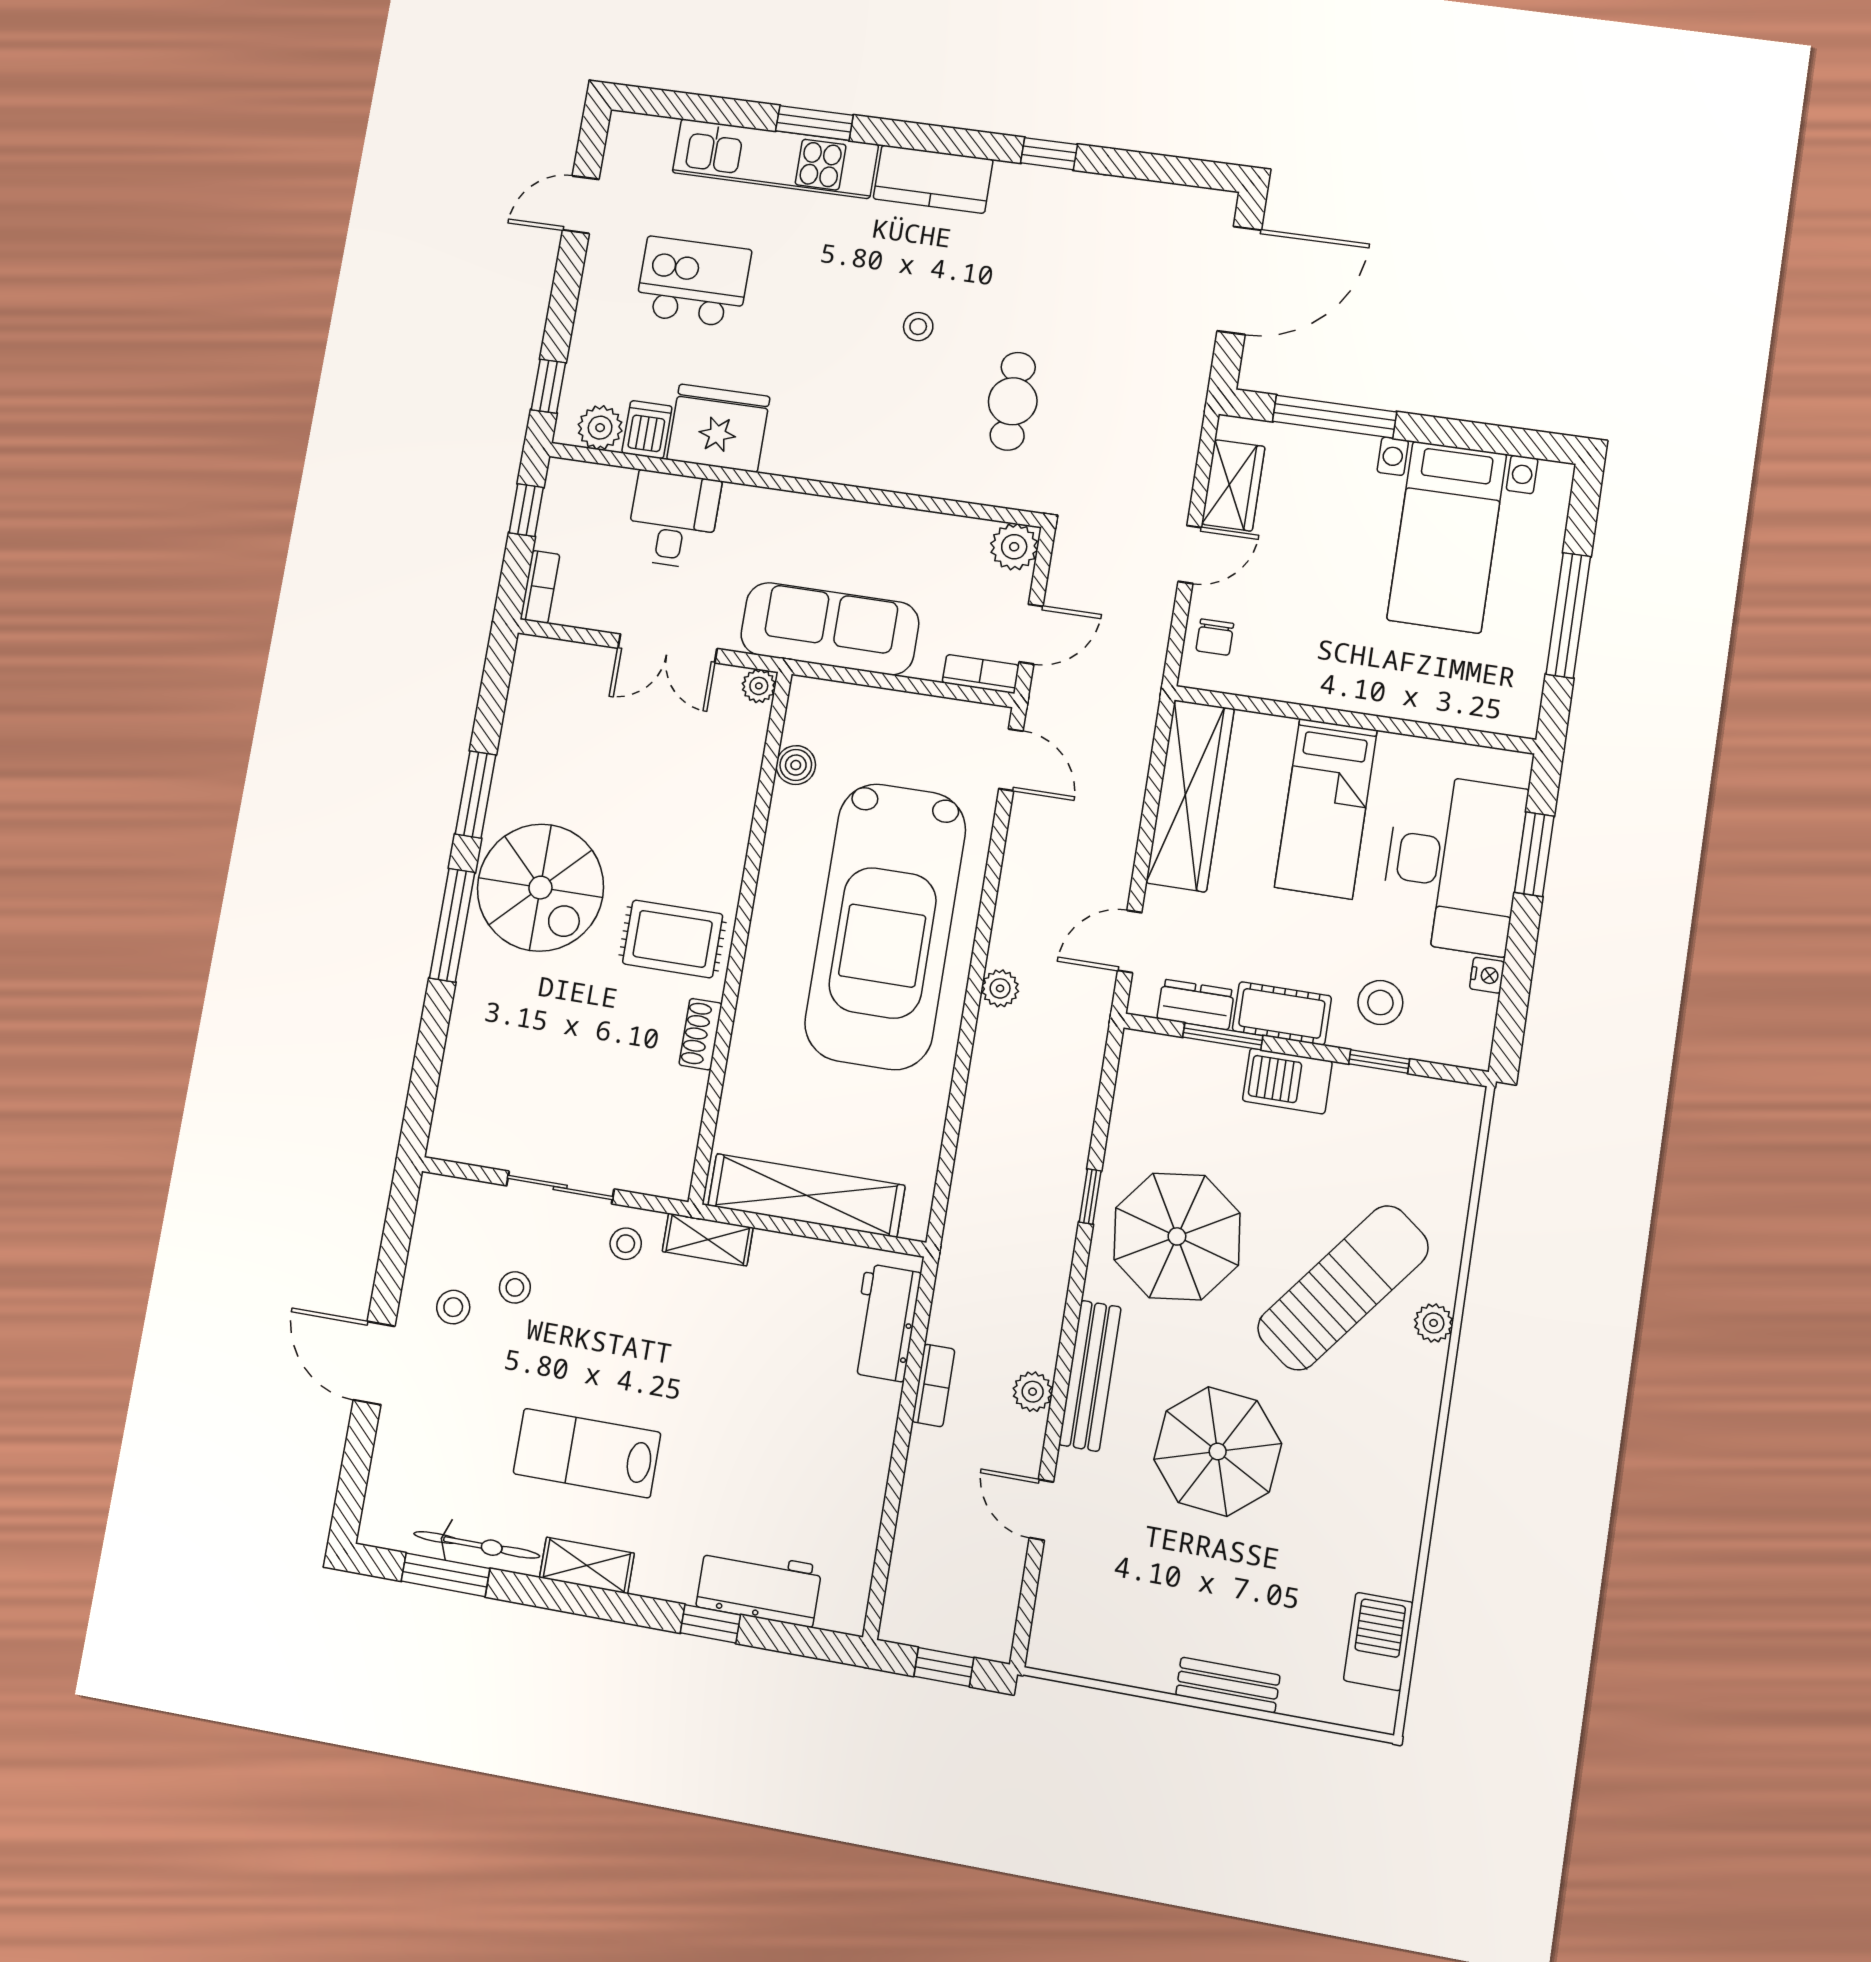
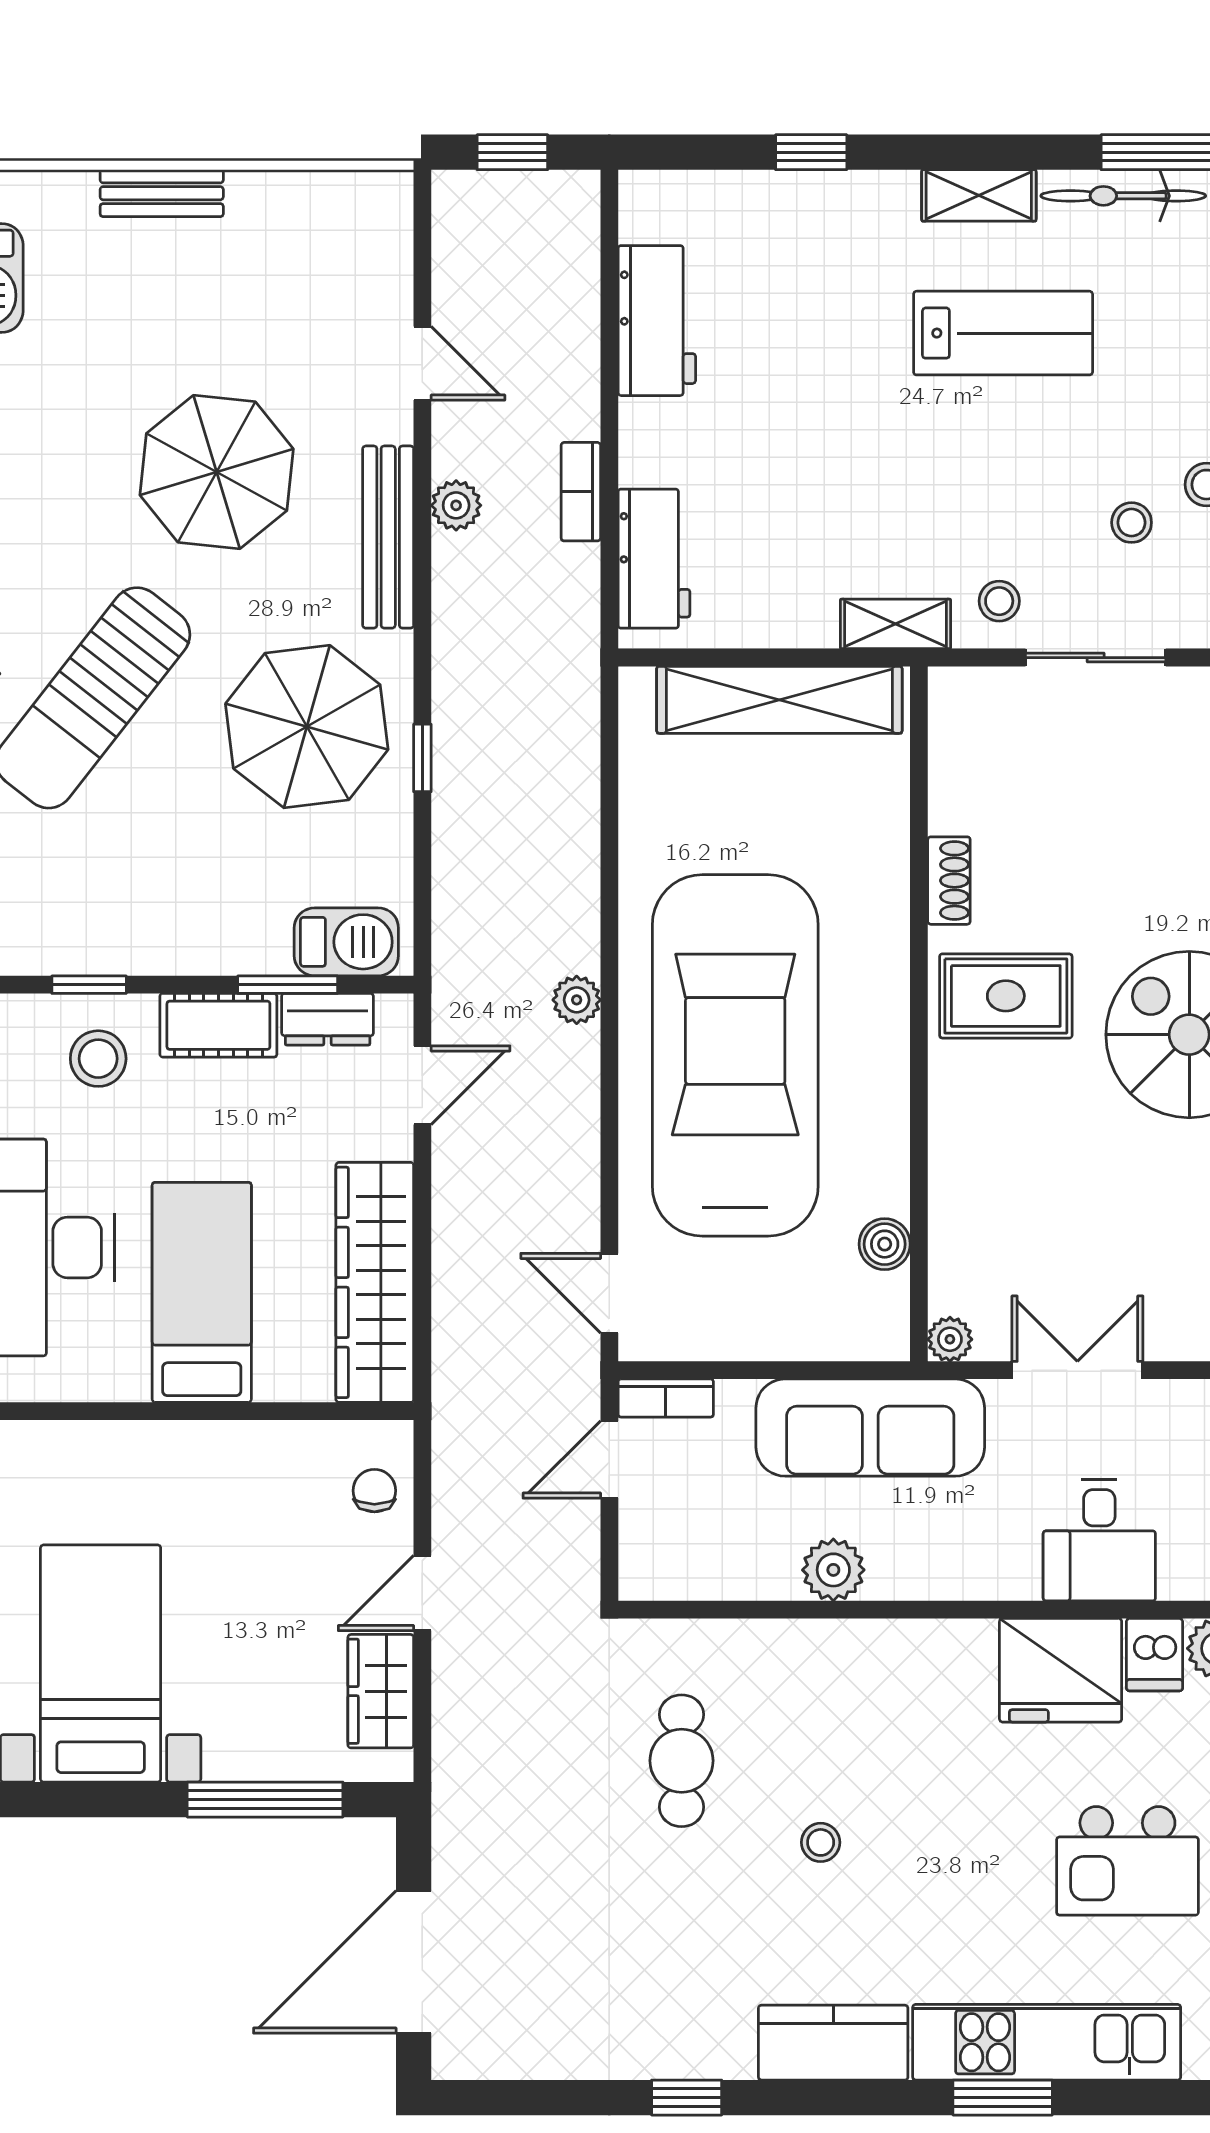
plant: (1014, 547) -> (833, 1570), moved
barbecue: (1287, 1081) -> (346, 942), moved
workbench: (759, 1586) -> (657, 321), moved, turned -90

